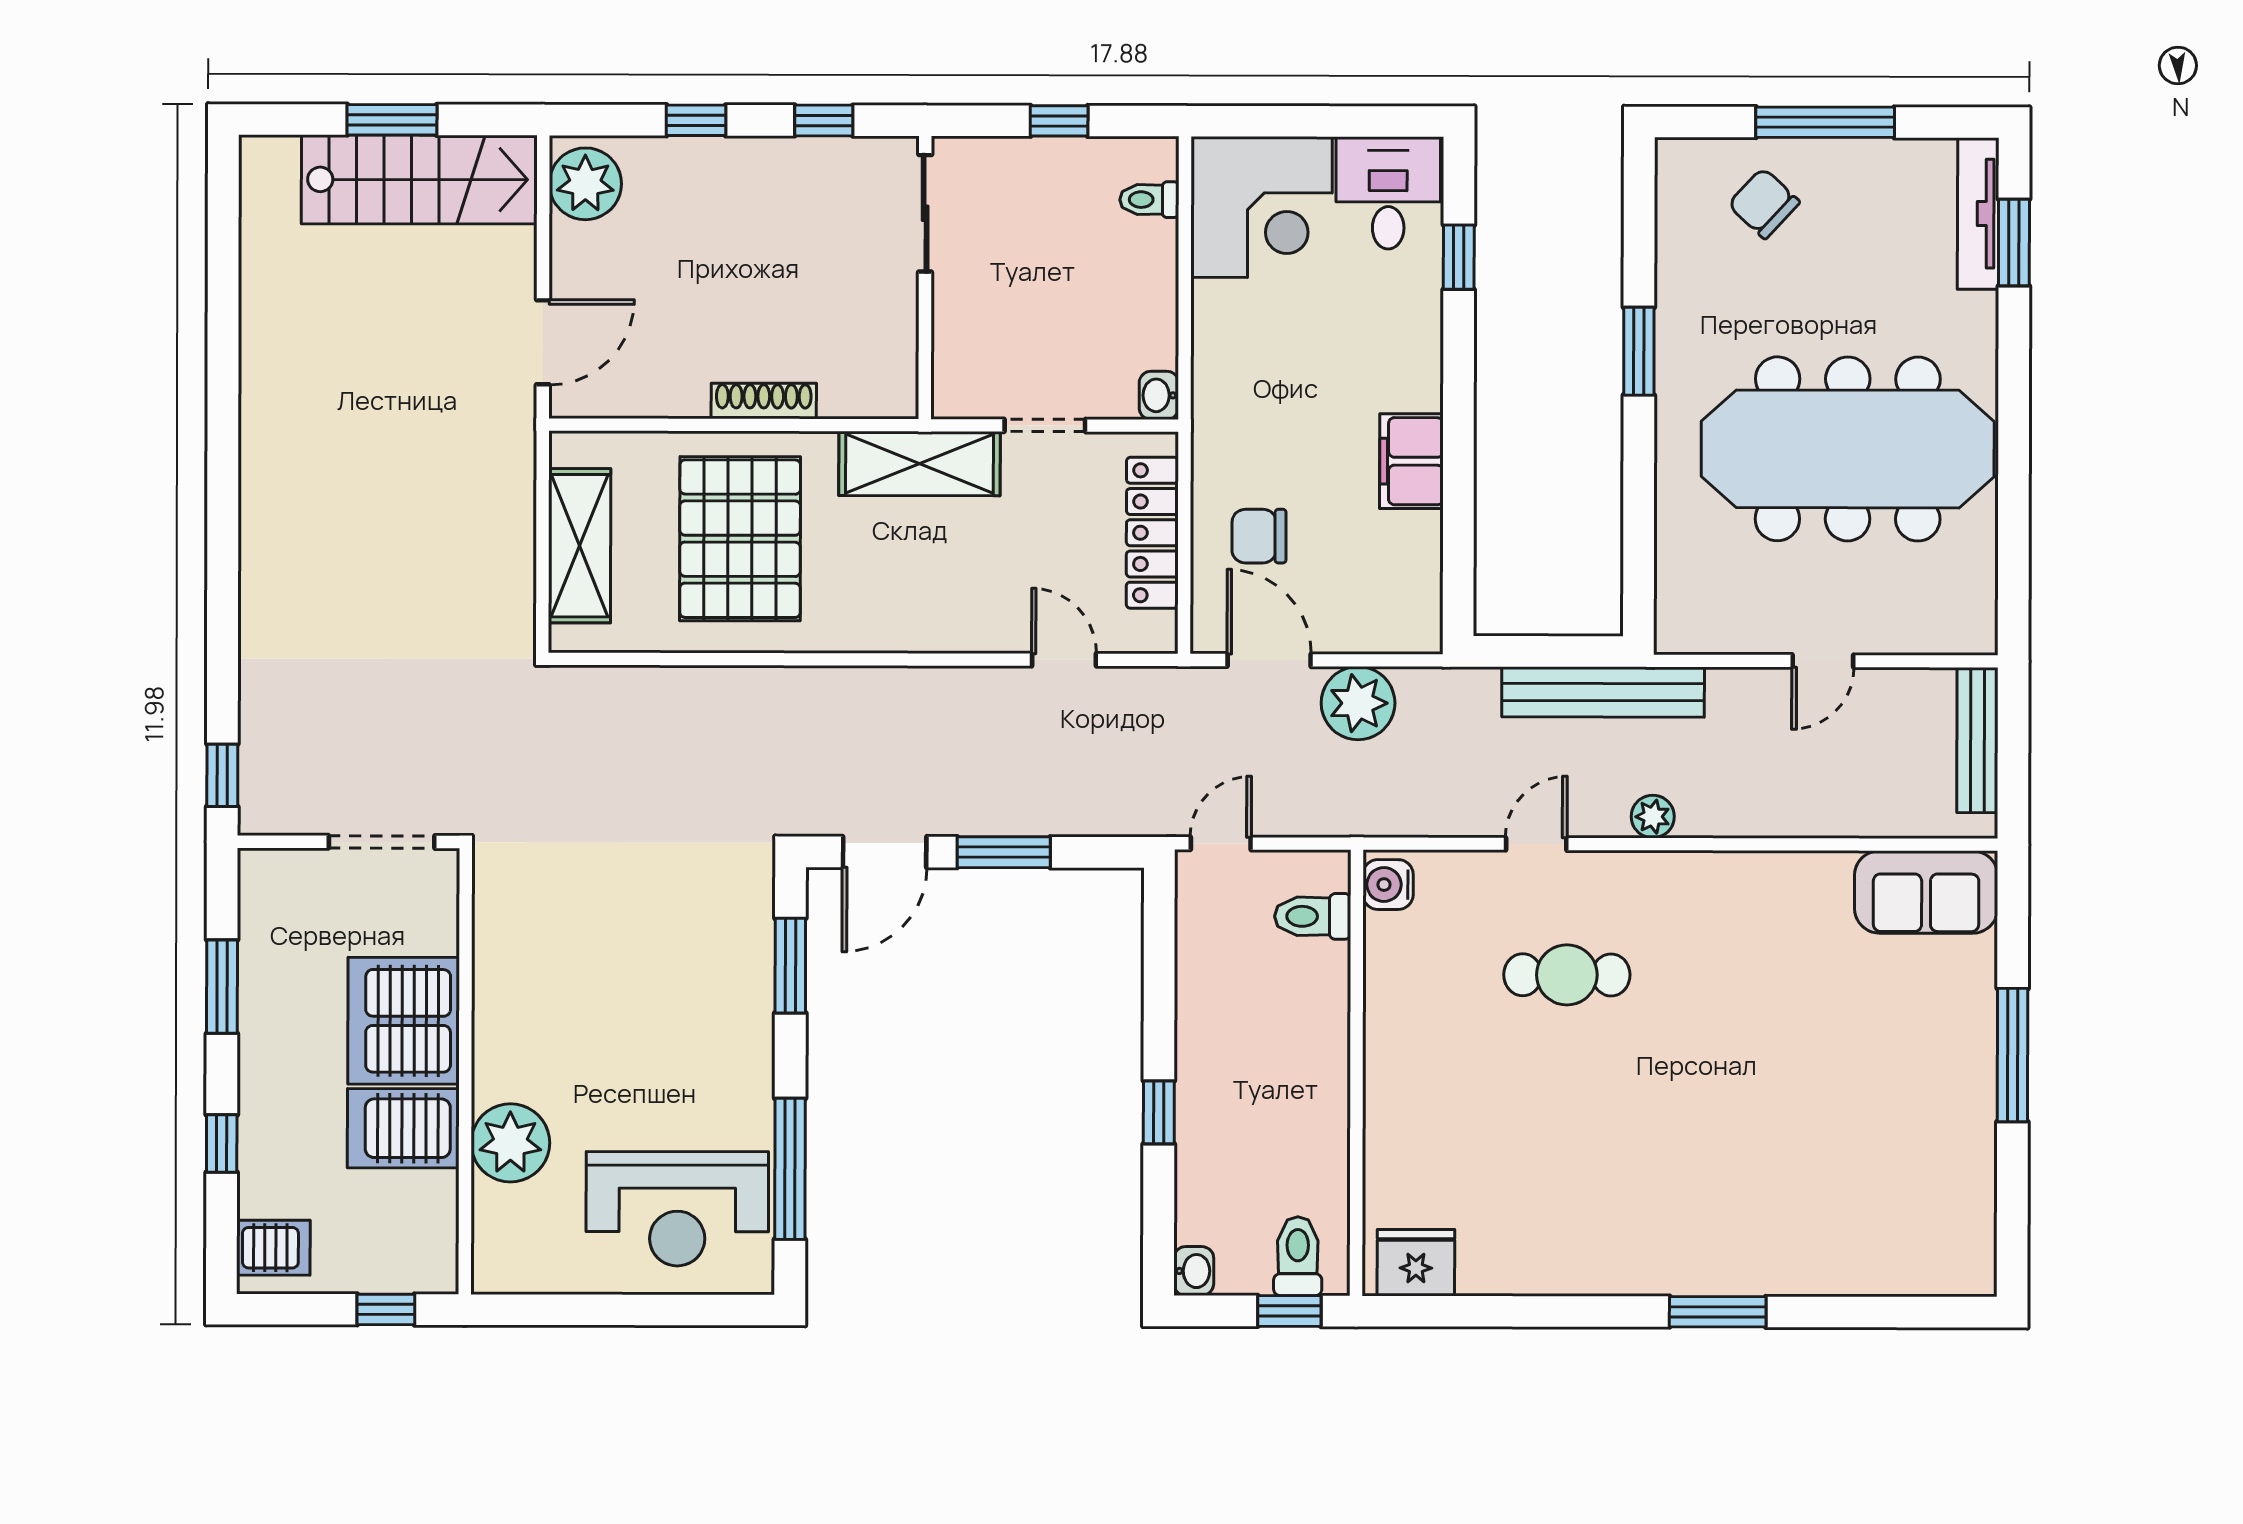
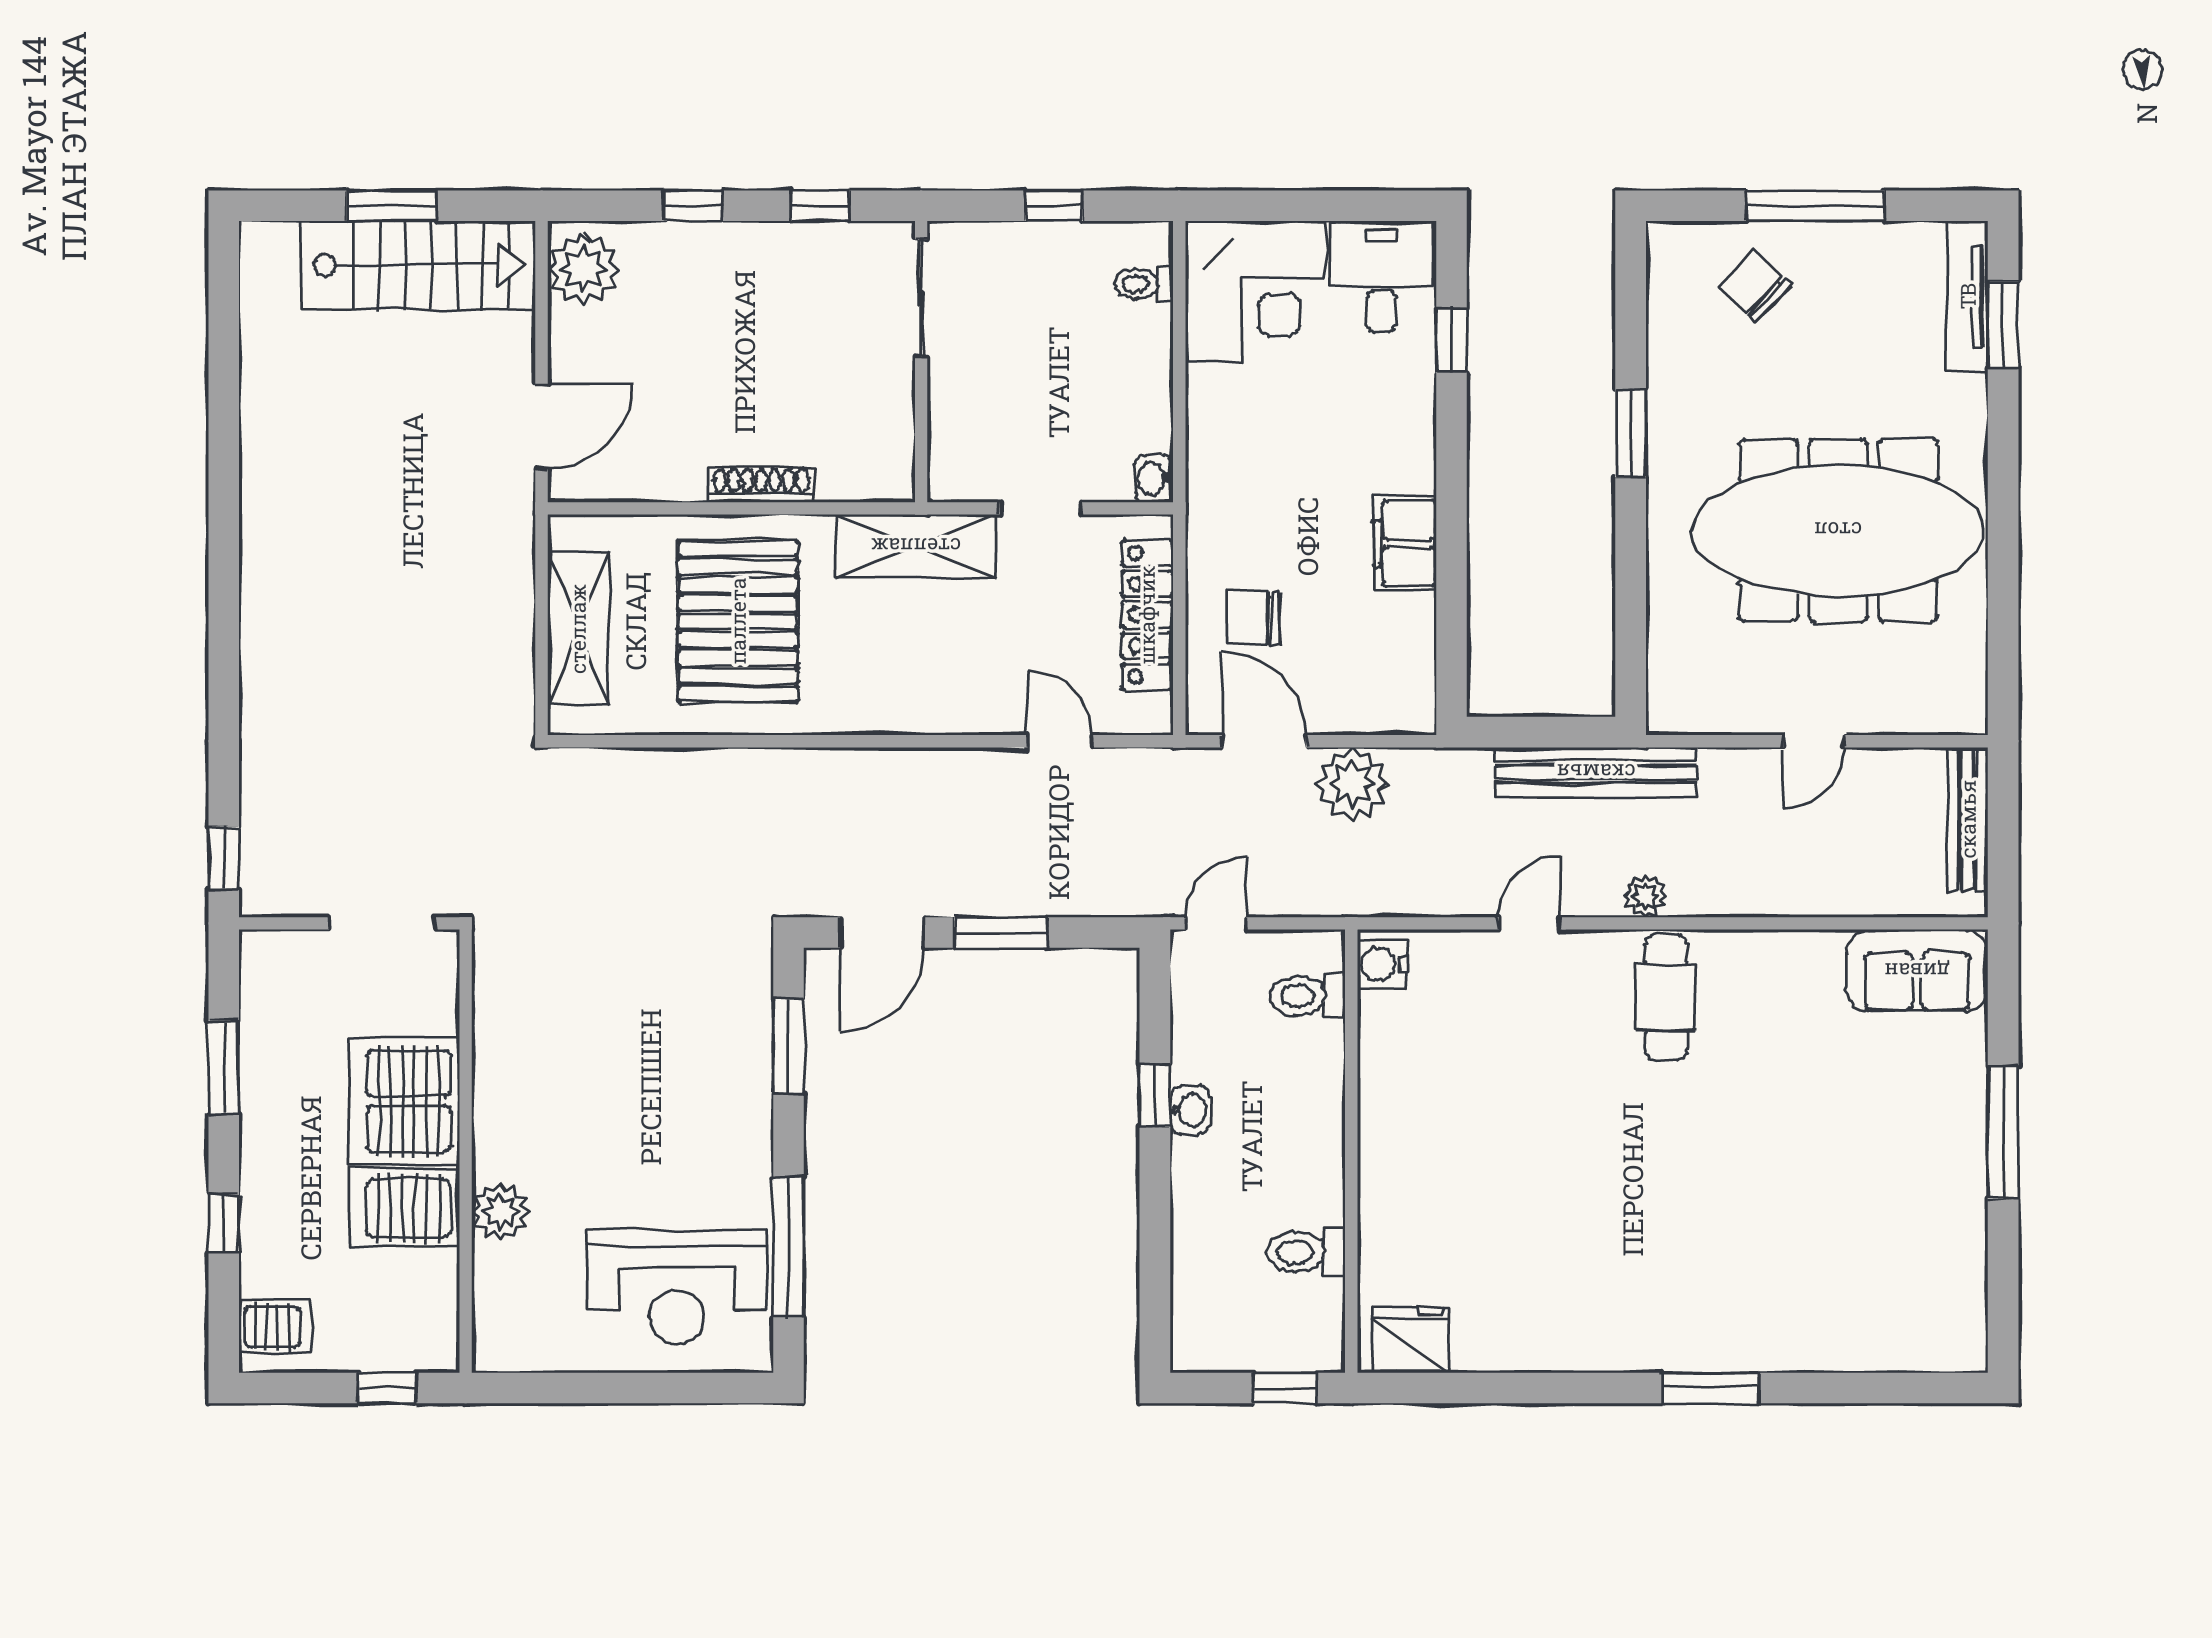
cafe table: (1567, 975) -> (1666, 997), moved, turned 90
window: (1159, 1112) -> (1155, 1096), moved
plant: (510, 1143) -> (500, 1212), width x0.73, depth x0.73
toilet: (1298, 1256) -> (1306, 1252), moved, turned -90
washbasin: (1194, 1271) -> (1190, 1110), moved

